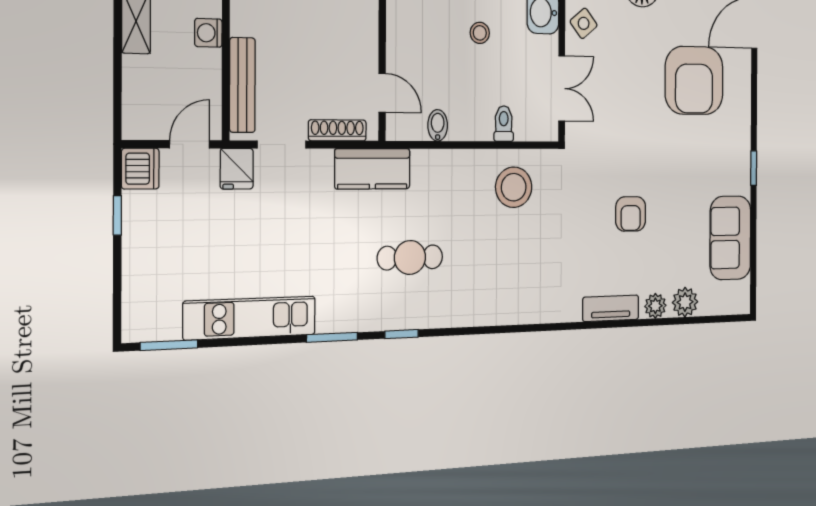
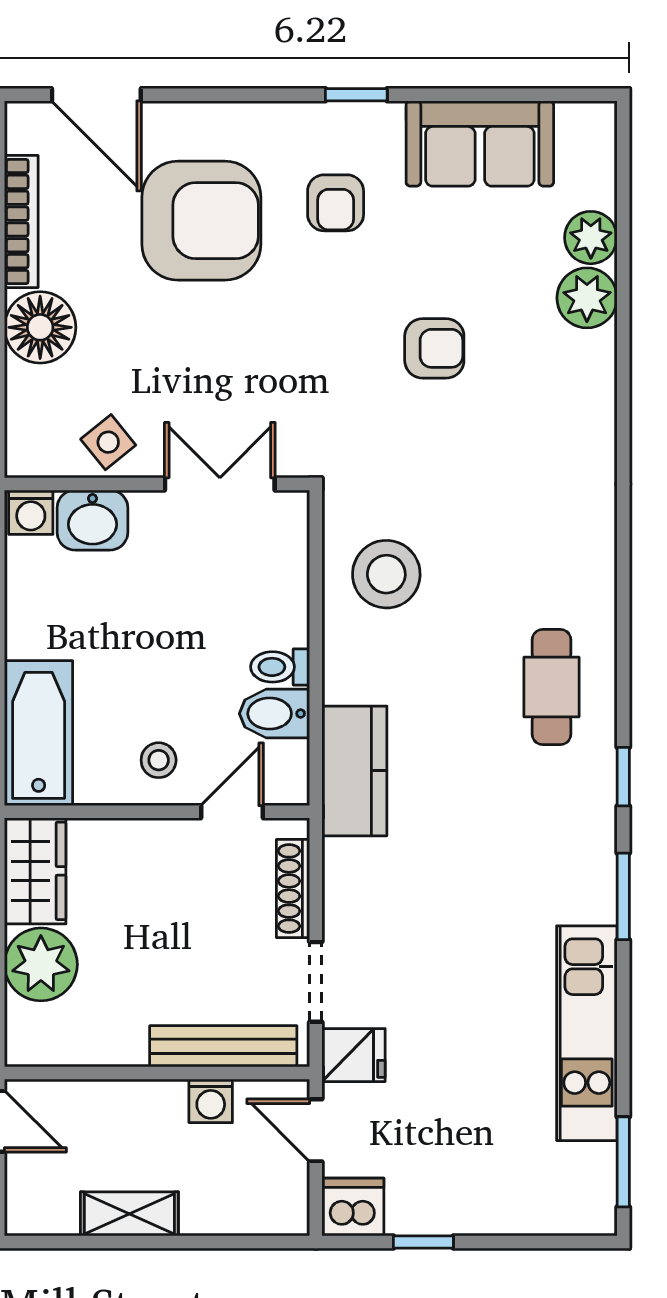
washing machine: (208, 33) -> (211, 1101), moved
stool: (480, 33) -> (159, 760), moved
toilet: (504, 124) -> (280, 667), moved
bidet: (438, 125) -> (275, 714), width x1.38, depth x1.36
armchair: (702, 157) -> (336, 203), added
kitchen counter: (372, 169) -> (354, 771), moved
cafe table: (410, 257) -> (552, 687), moved
plant: (655, 306) -> (587, 298), width x1.38, depth x1.38
tv unit: (611, 308) -> (596, 387), removed

